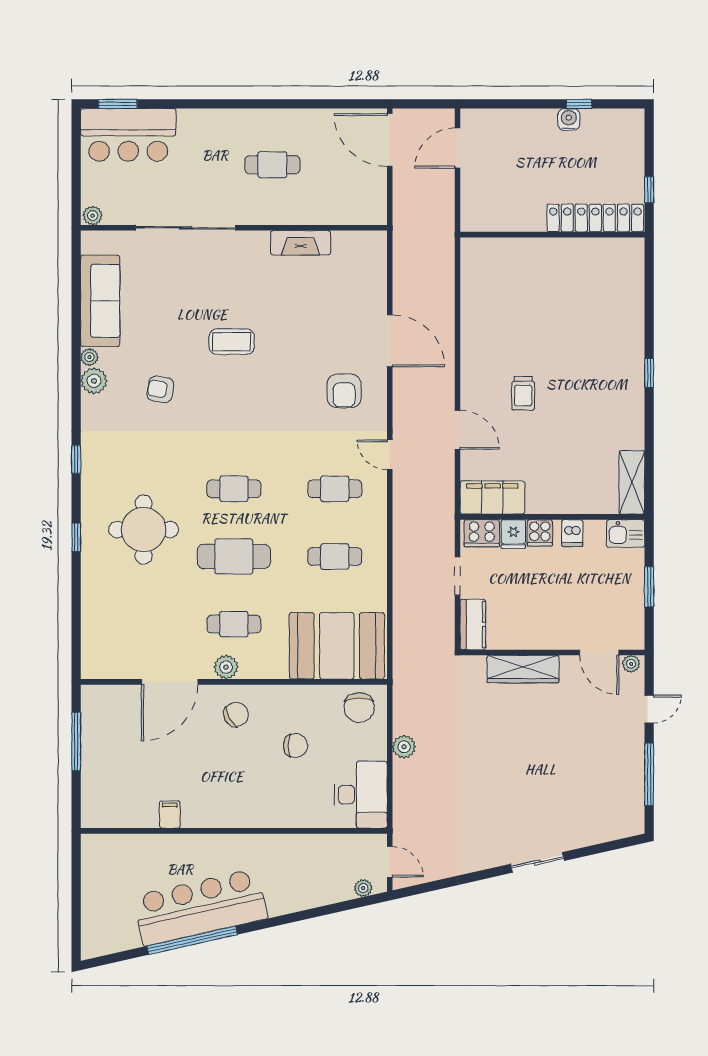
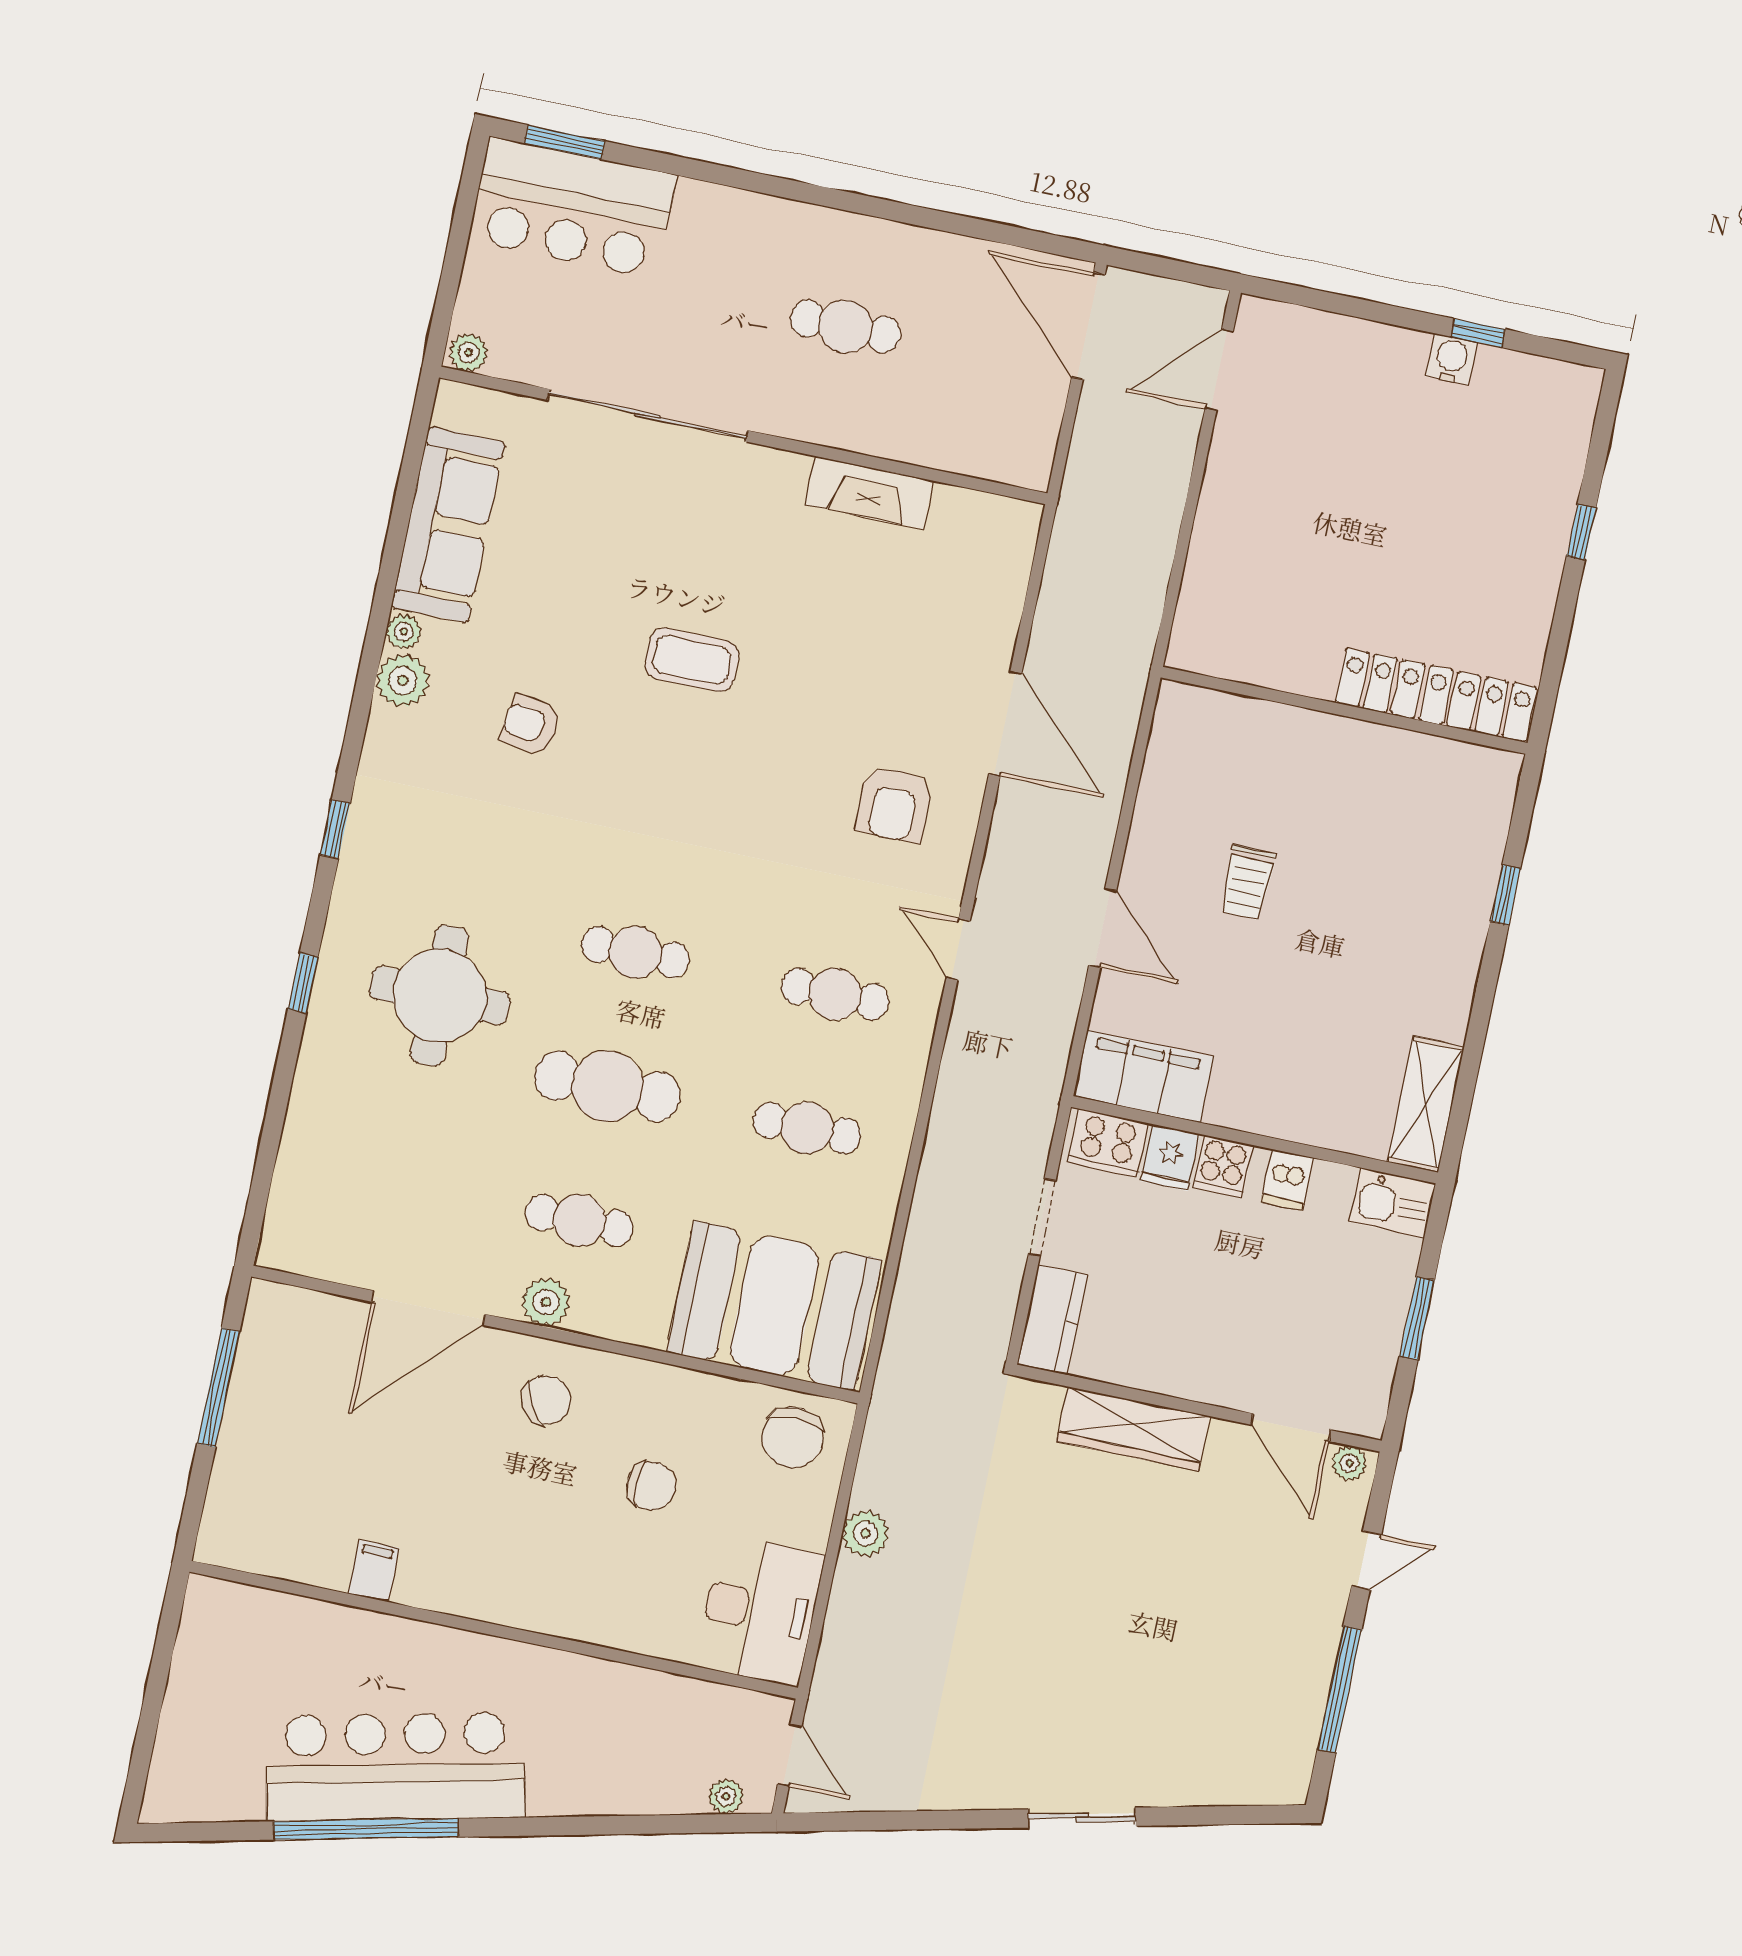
locker: (595, 218) -> (1436, 695), moved
wall: (552, 235) -> (1344, 710), moved

